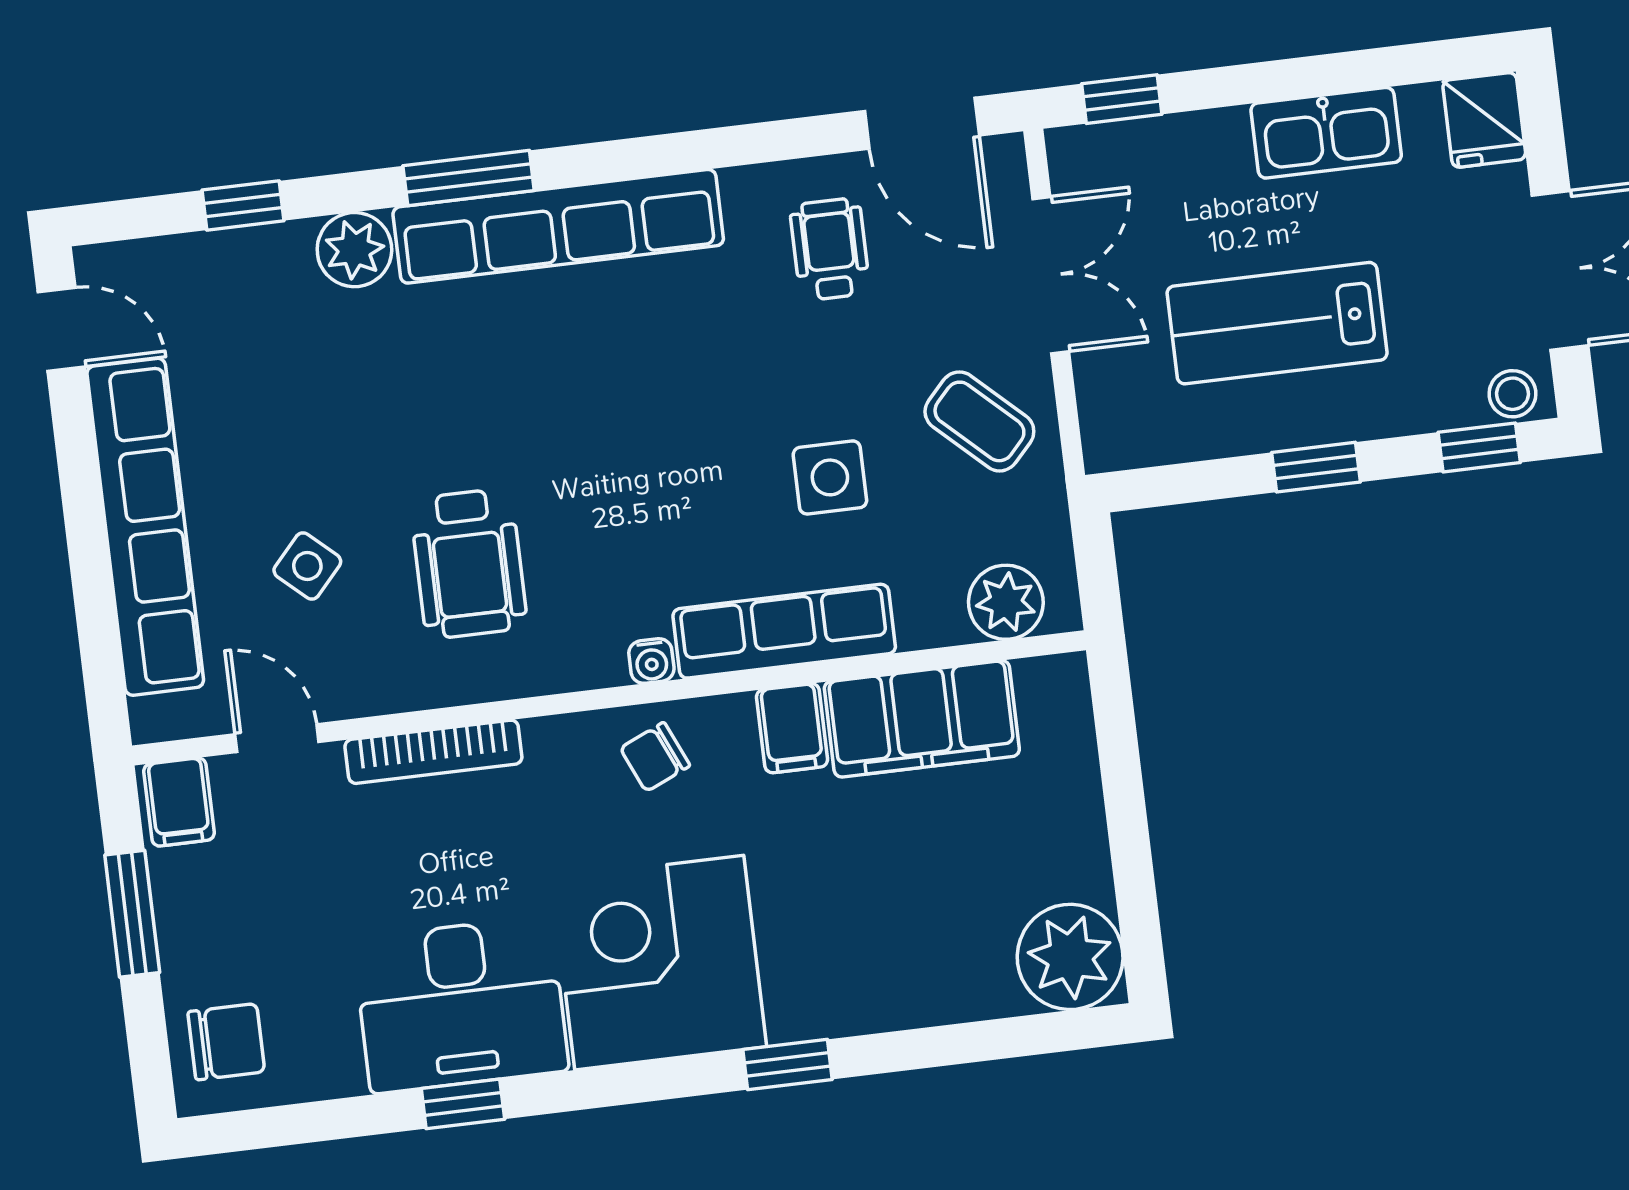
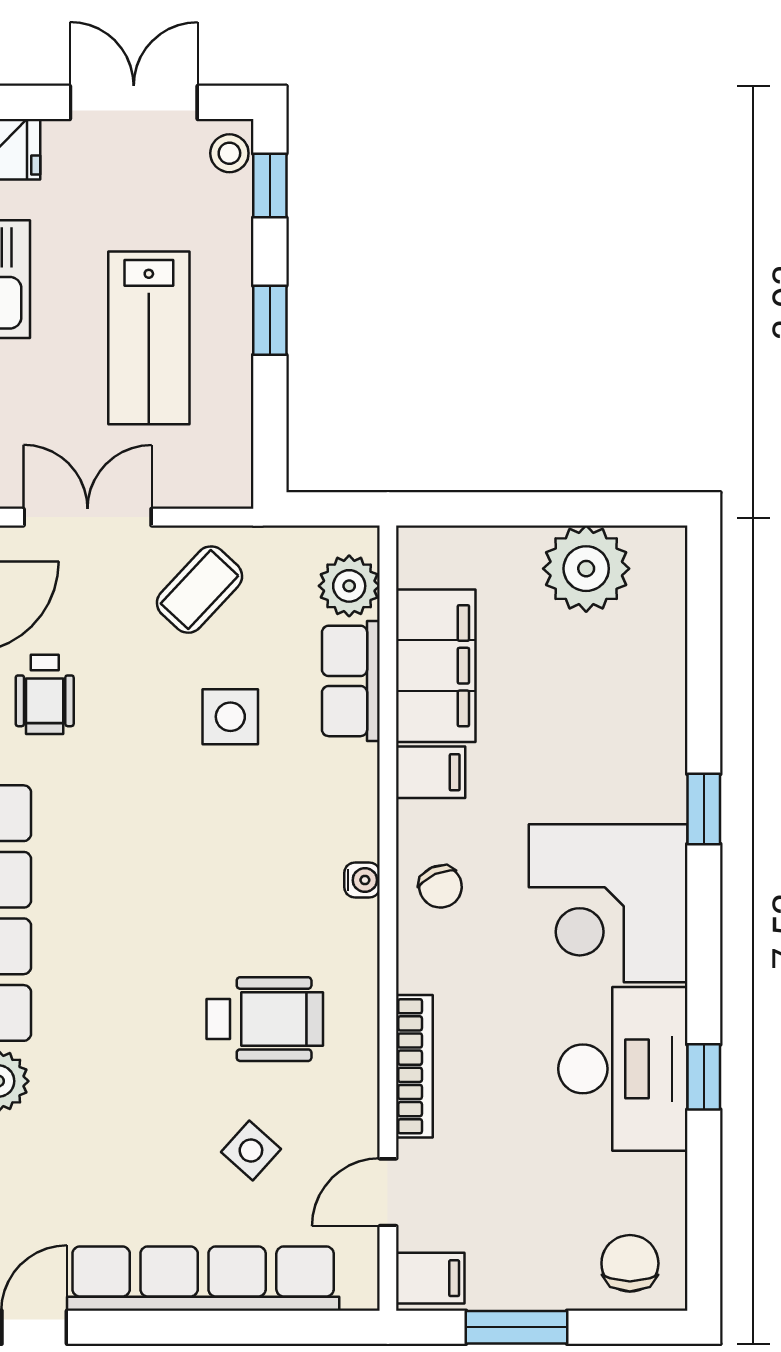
wheelchair: (830, 249) -> (45, 694), turned -90
row of seats: (784, 631) -> (351, 681), moved, width x0.68
plant: (1070, 957) -> (586, 569), moved

